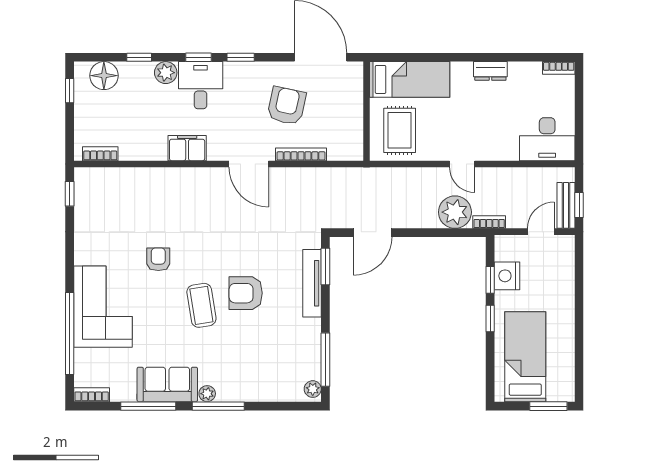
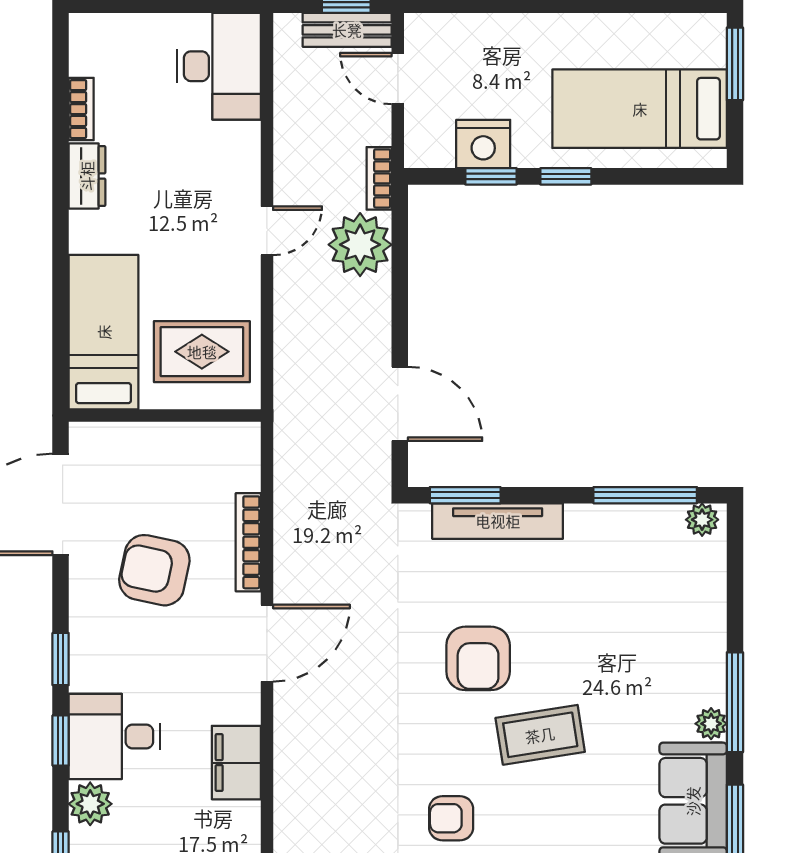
bookcase: (559, 68) -> (81, 109), moved
armchair: (246, 293) -> (478, 658), moved

